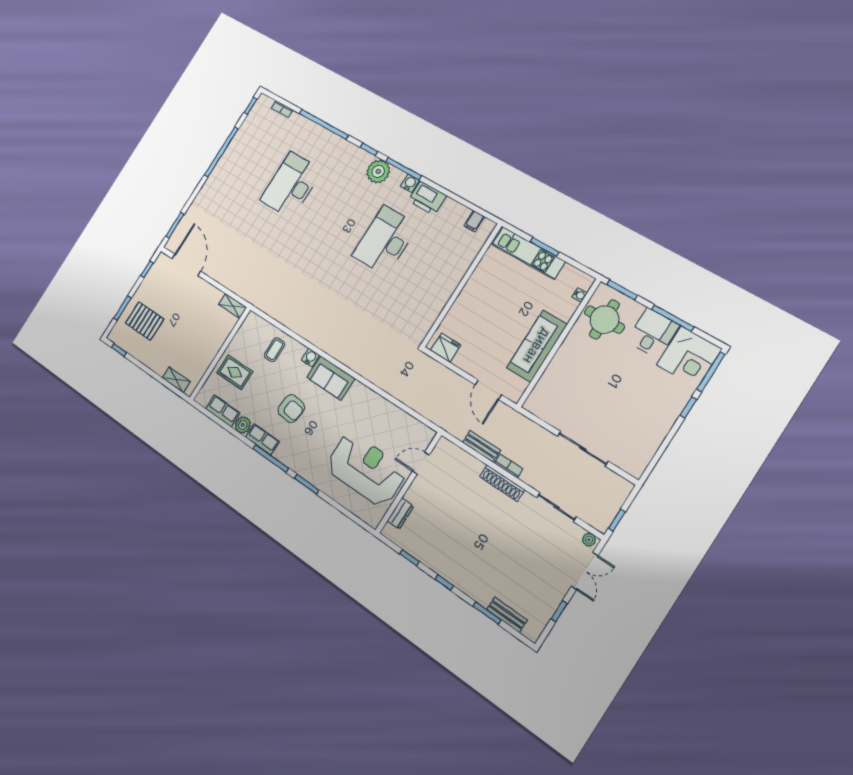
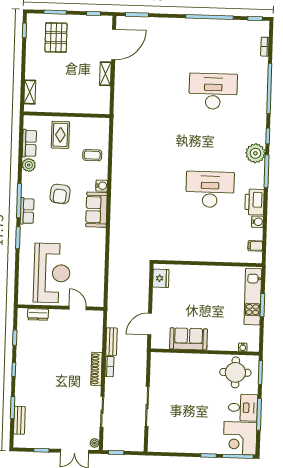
water cooler: (410, 183) -> (257, 222), moved
shelving: (233, 306) -> (105, 74), moved
sofa: (537, 346) -> (188, 339), width x0.73
row of seats: (262, 439) -> (27, 211), moved

